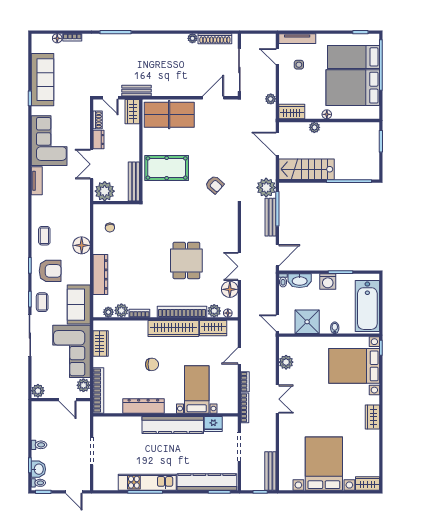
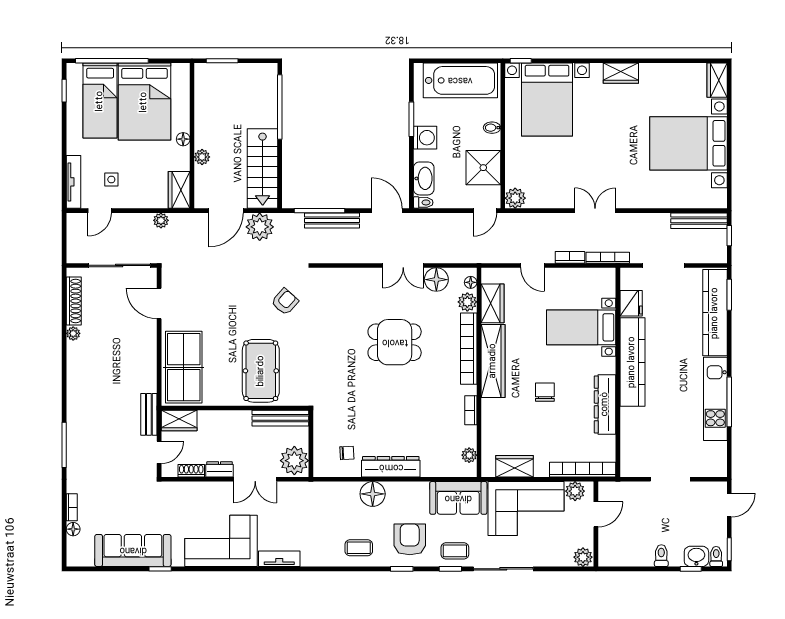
plant: (266, 188) -> (260, 227), moved
dresser: (100, 275) -> (391, 467), moved
plant: (121, 310) -> (467, 436), removed
plant: (286, 362) -> (515, 198), moved

